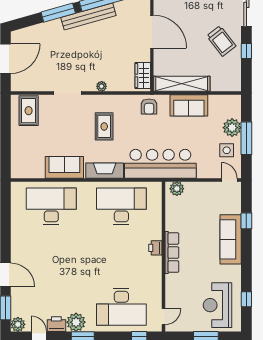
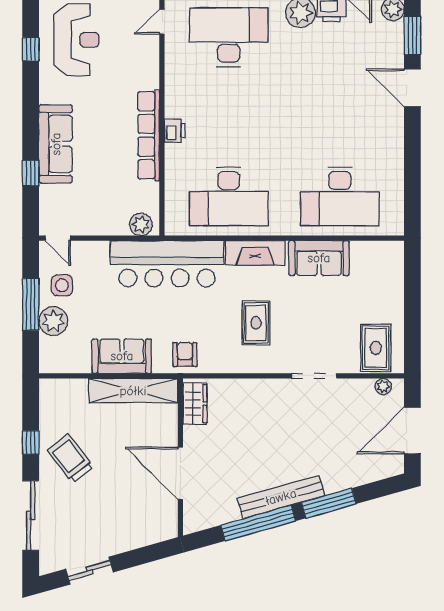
plant: (102, 86) -> (383, 387), moved
row of seats: (172, 253) -> (149, 135), width x1.36

